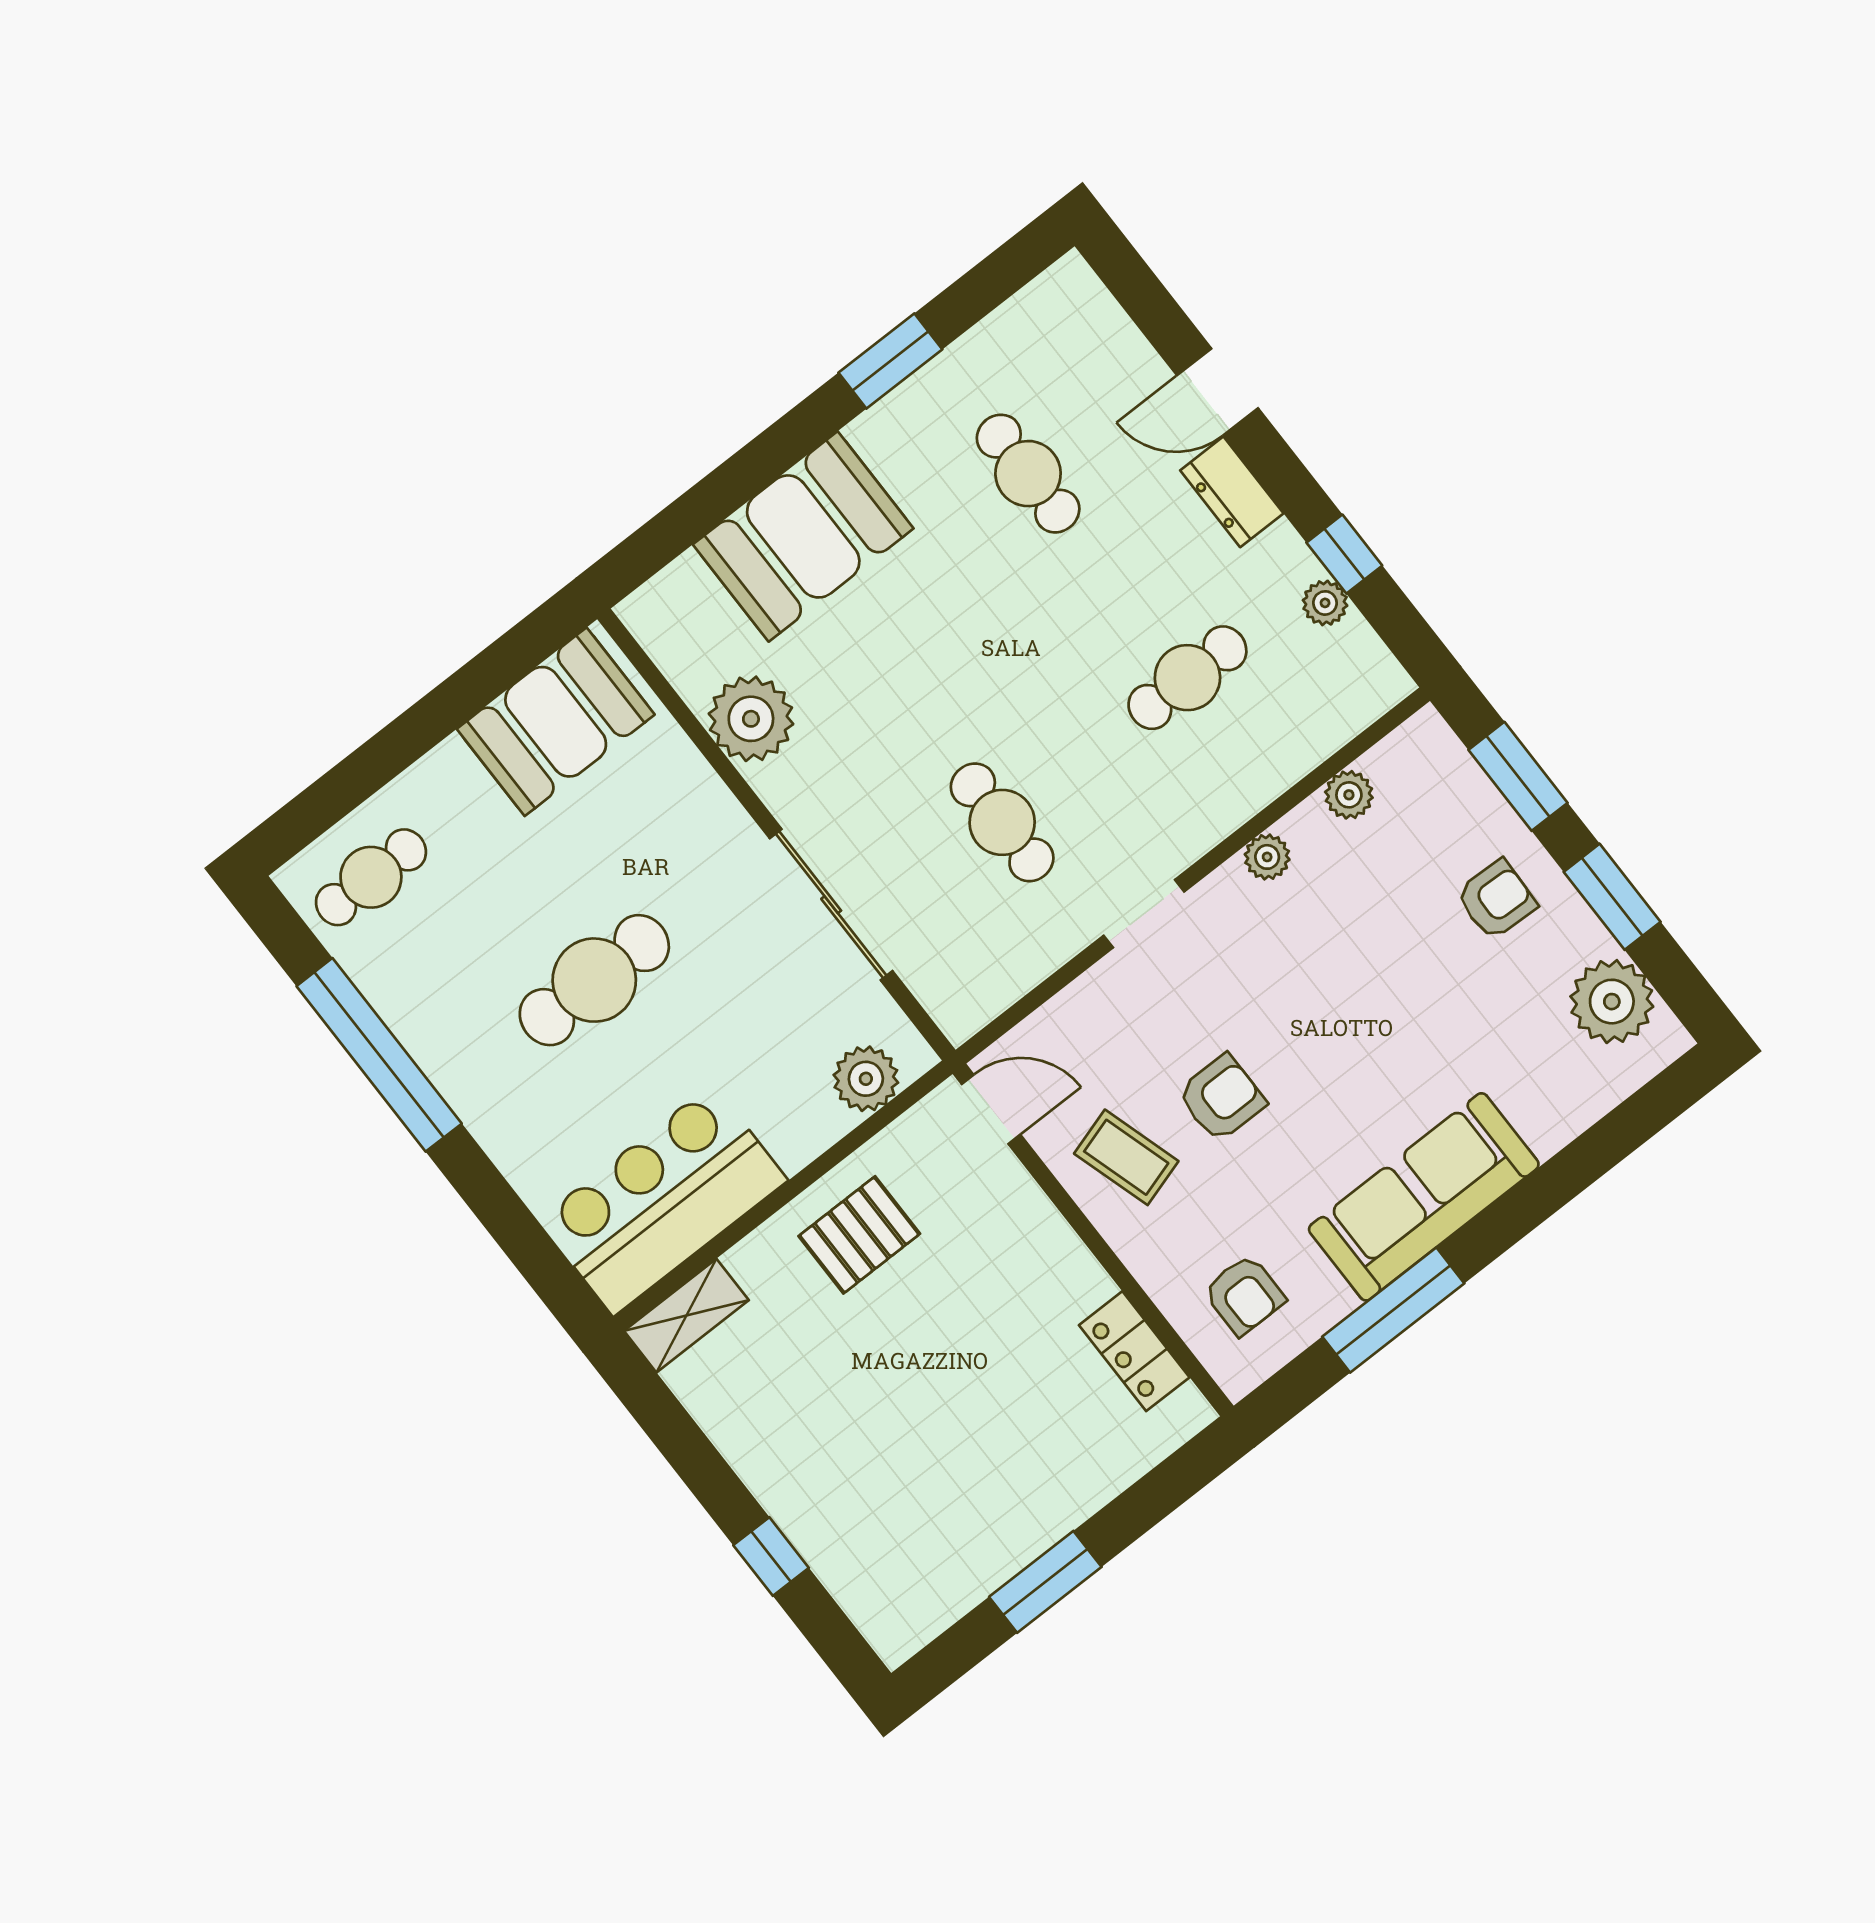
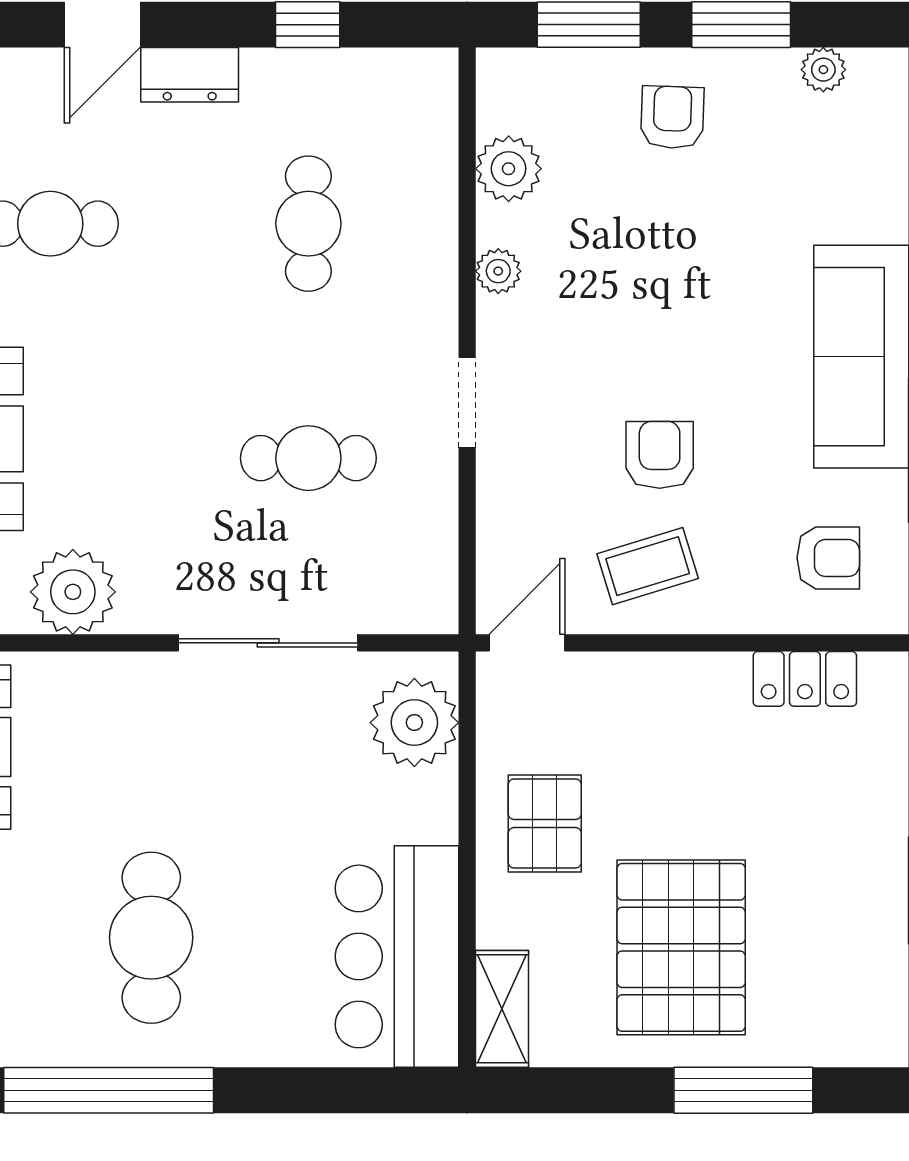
plant: (1325, 603) -> (334, 70), removed
plant: (1349, 795) -> (509, 169), width x1.38, depth x1.38
cafe table: (594, 980) -> (151, 938), moved
plant: (1612, 1002) -> (823, 70), width x0.53, depth x0.53
plant: (866, 1079) -> (414, 723), width x1.36, depth x1.36
pallet: (846, 1419) -> (681, 947), added
window: (771, 1557) -> (743, 1090), width x2.17

